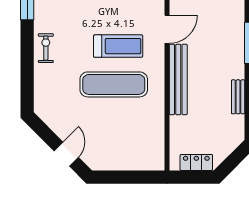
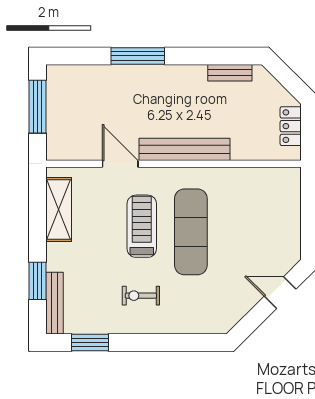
exercise bike: (46, 48) -> (141, 296), moved
bench: (238, 97) -> (230, 73), moved

